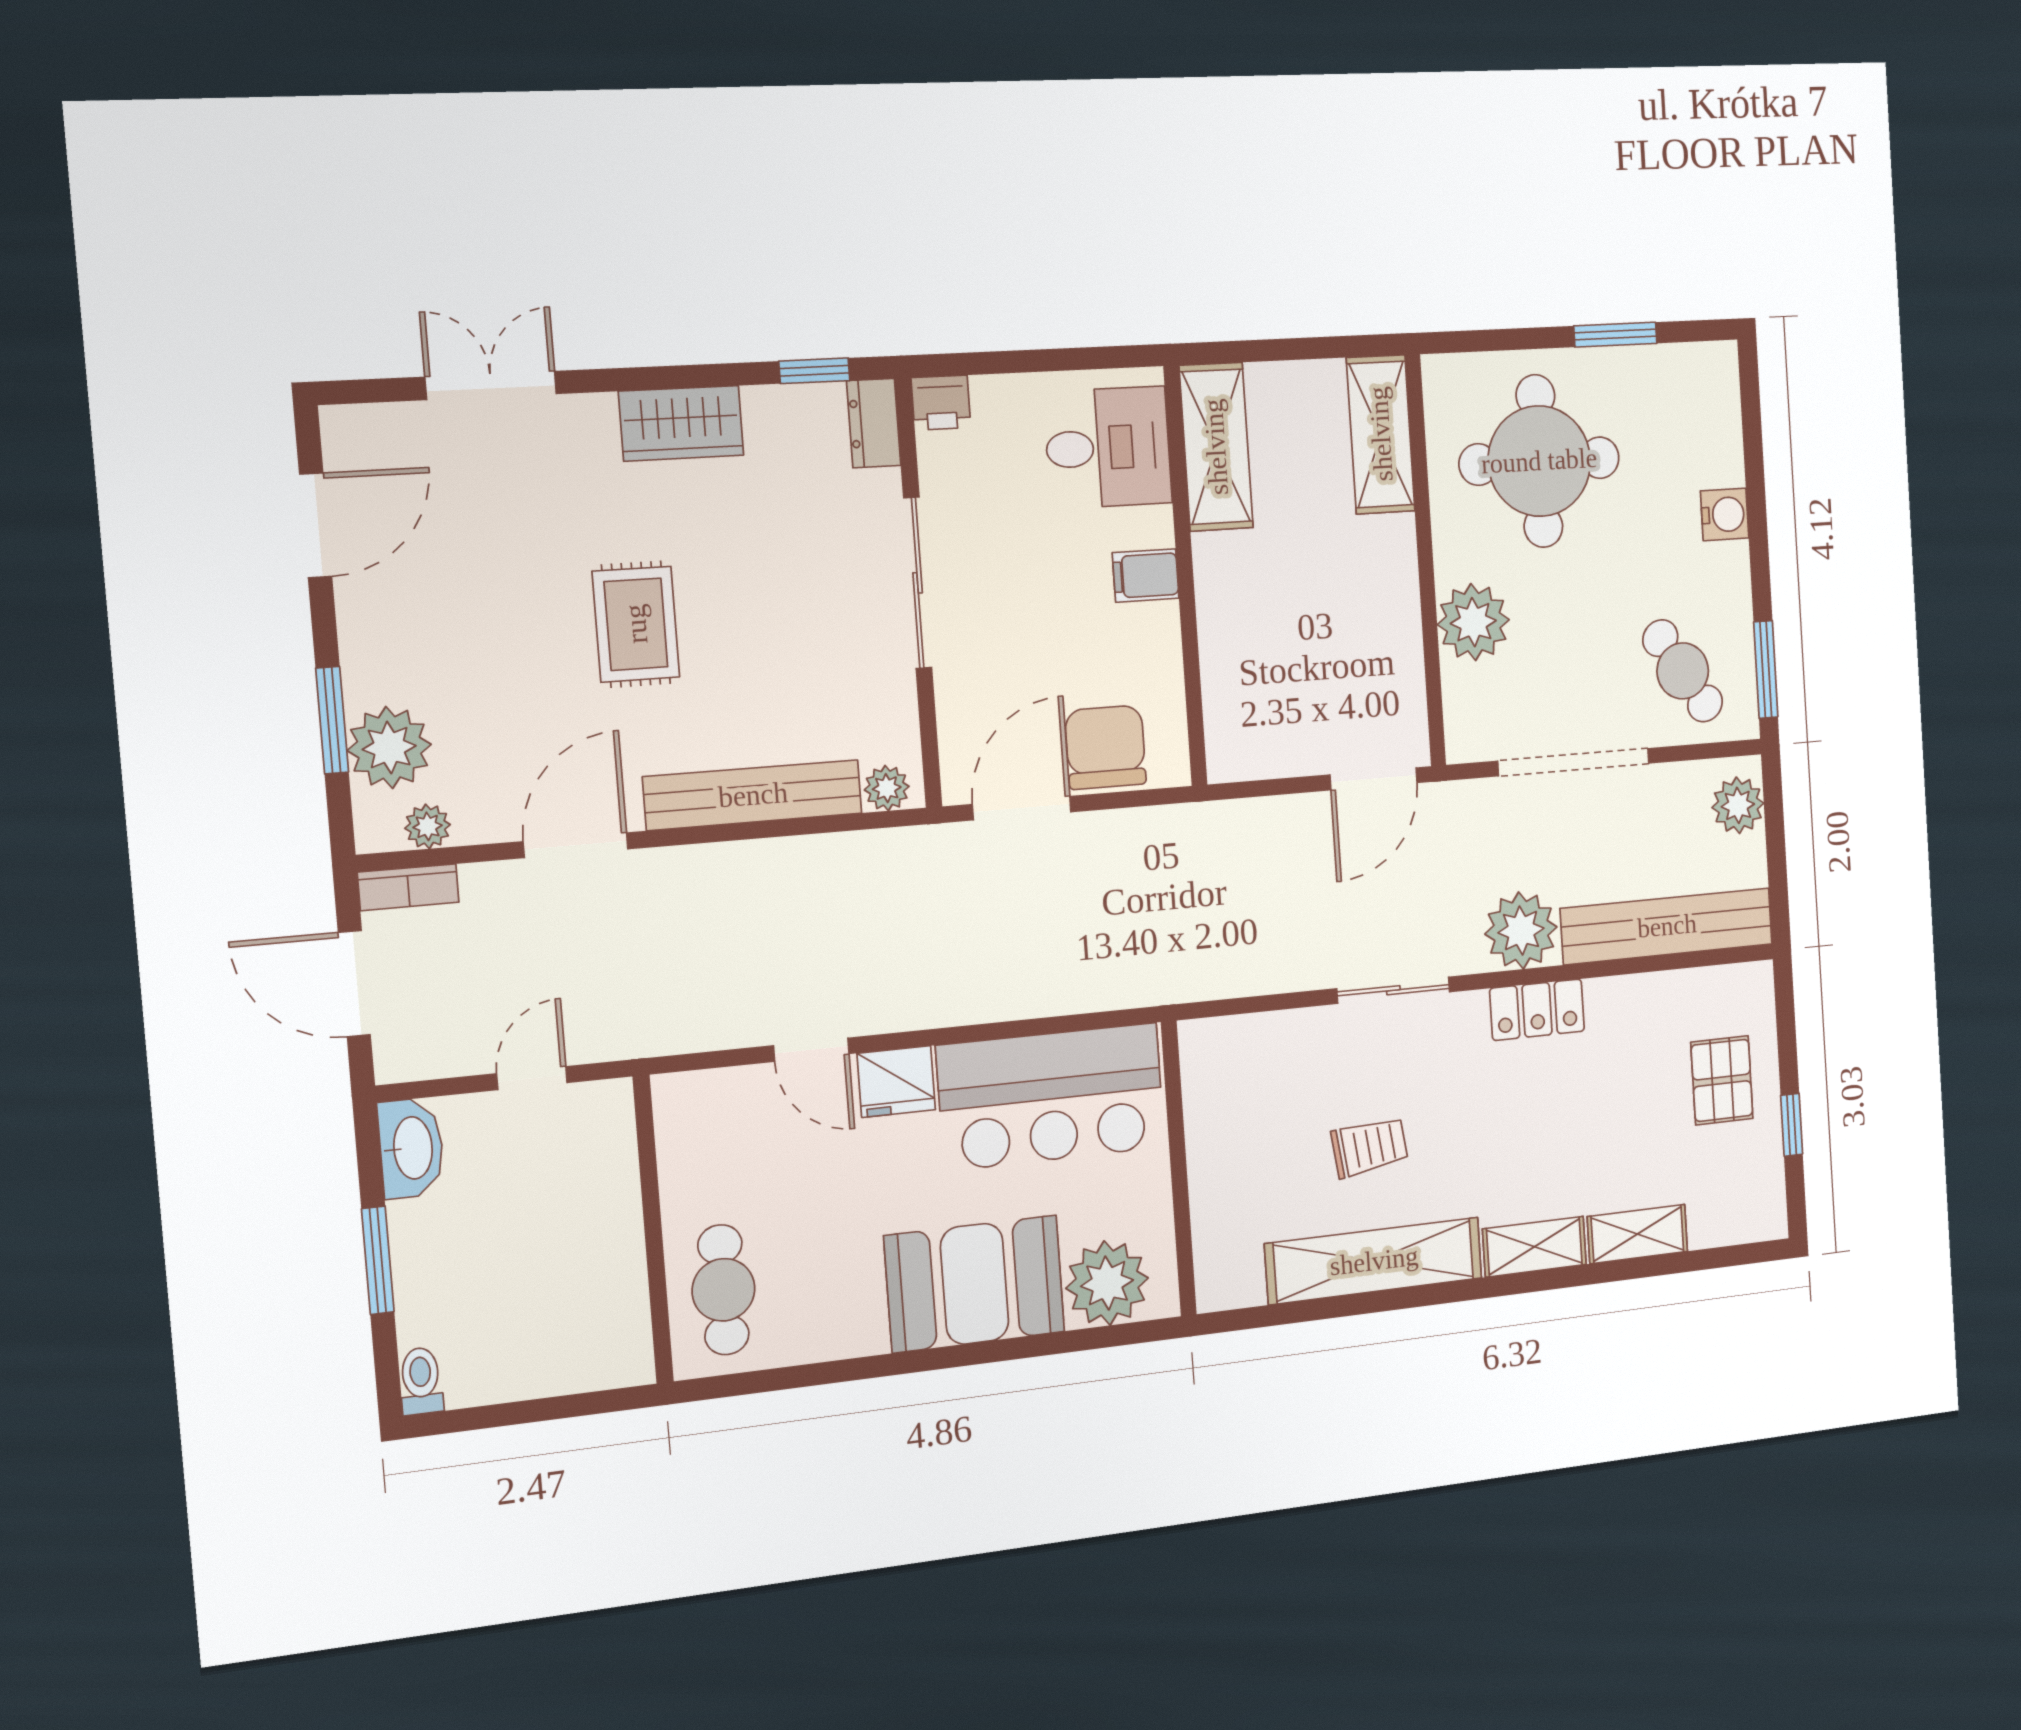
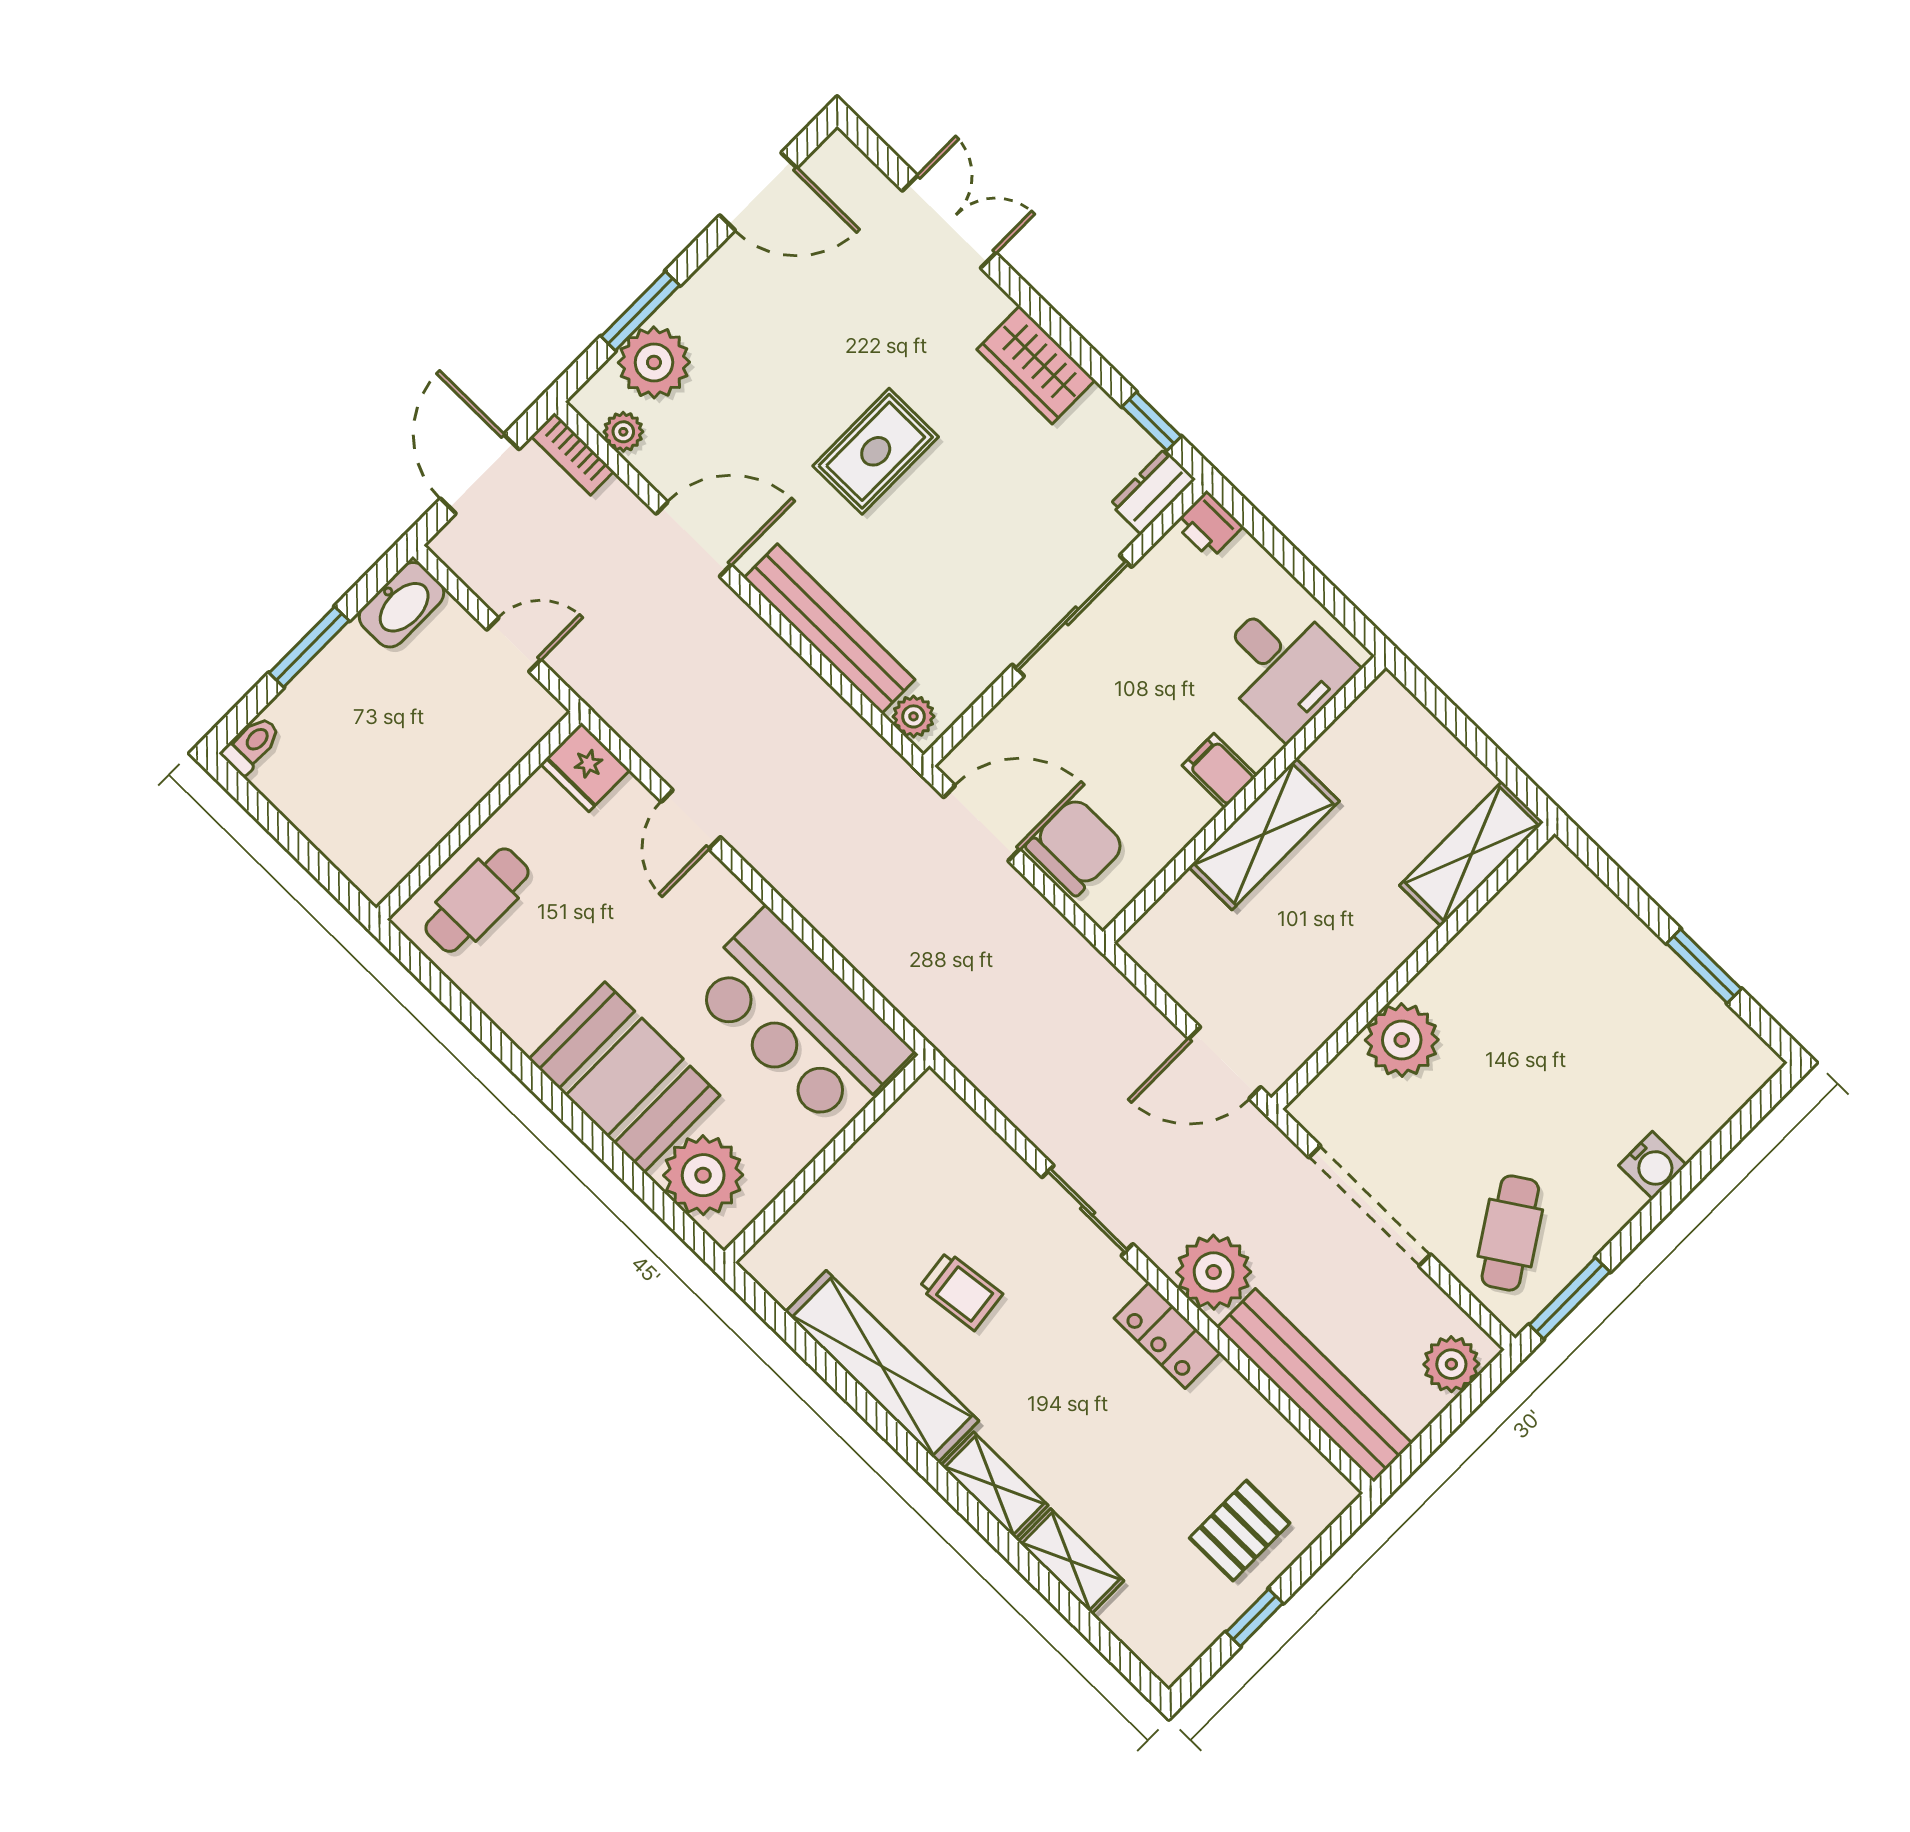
shelving: (1216, 447) -> (1264, 834), moved
round table: (1539, 461) -> (1561, 989), removed
fridge: (896, 1082) -> (585, 767), moved

